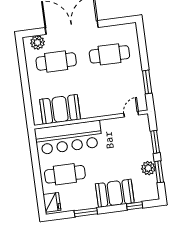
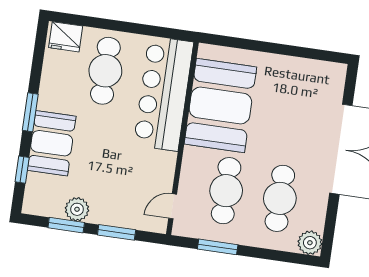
plant: (37, 42) -> (310, 243), moved
cafe table: (56, 61) -> (226, 191), moved
booth: (60, 109) -> (220, 106), width x1.36, depth x1.42
door: (131, 114) -> (173, 206), swing flipped
window: (86, 212) -> (30, 112), moved

